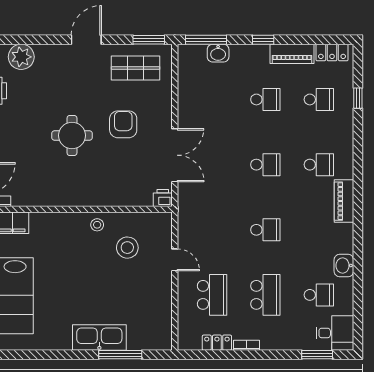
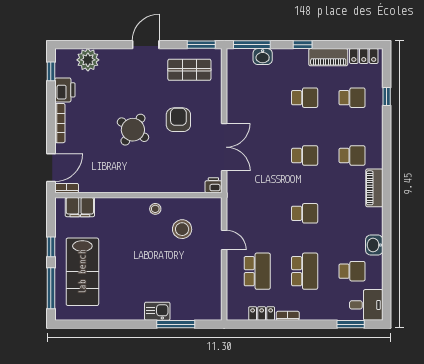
round table: (72, 135) -> (133, 130), turned 34
kitchen sink: (99, 338) -> (157, 311), width x0.53, depth x0.81

